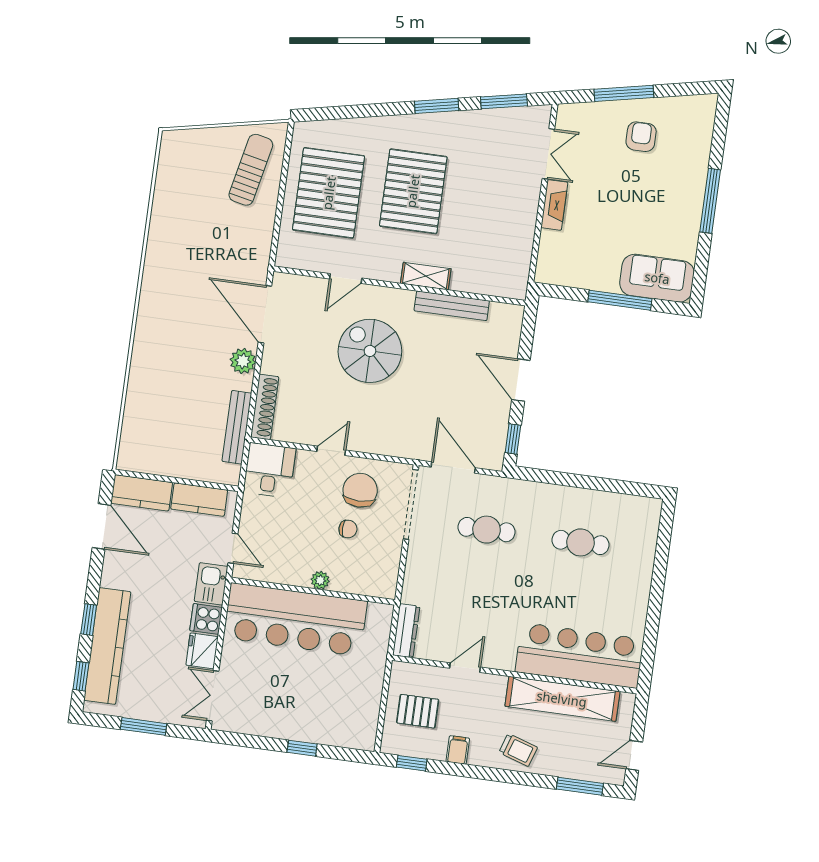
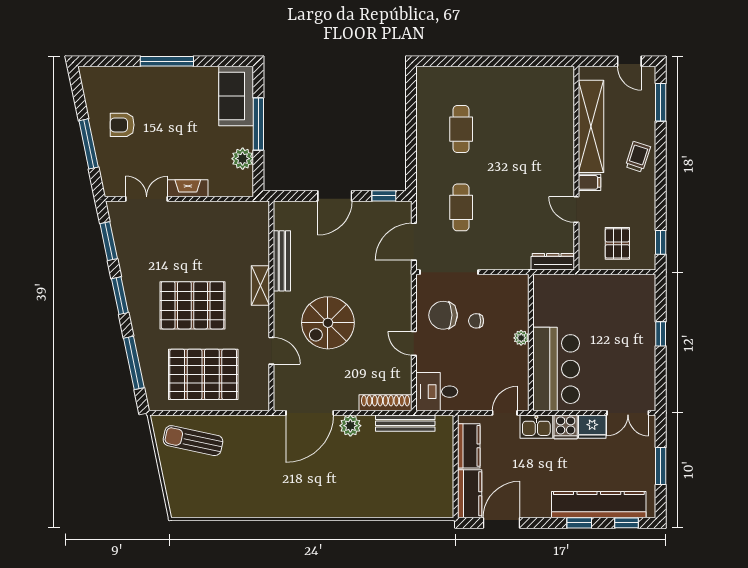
window: (354, 112) -> (134, 363), added
plant: (581, 275) -> (243, 159), added
chair: (348, 529) -> (476, 321), turned -90
bar counter: (295, 620) -> (556, 369), width x0.73
bar counter: (579, 655) -> (554, 117), removed
filing cabinet: (458, 750) -> (589, 182), moved, turned 180

